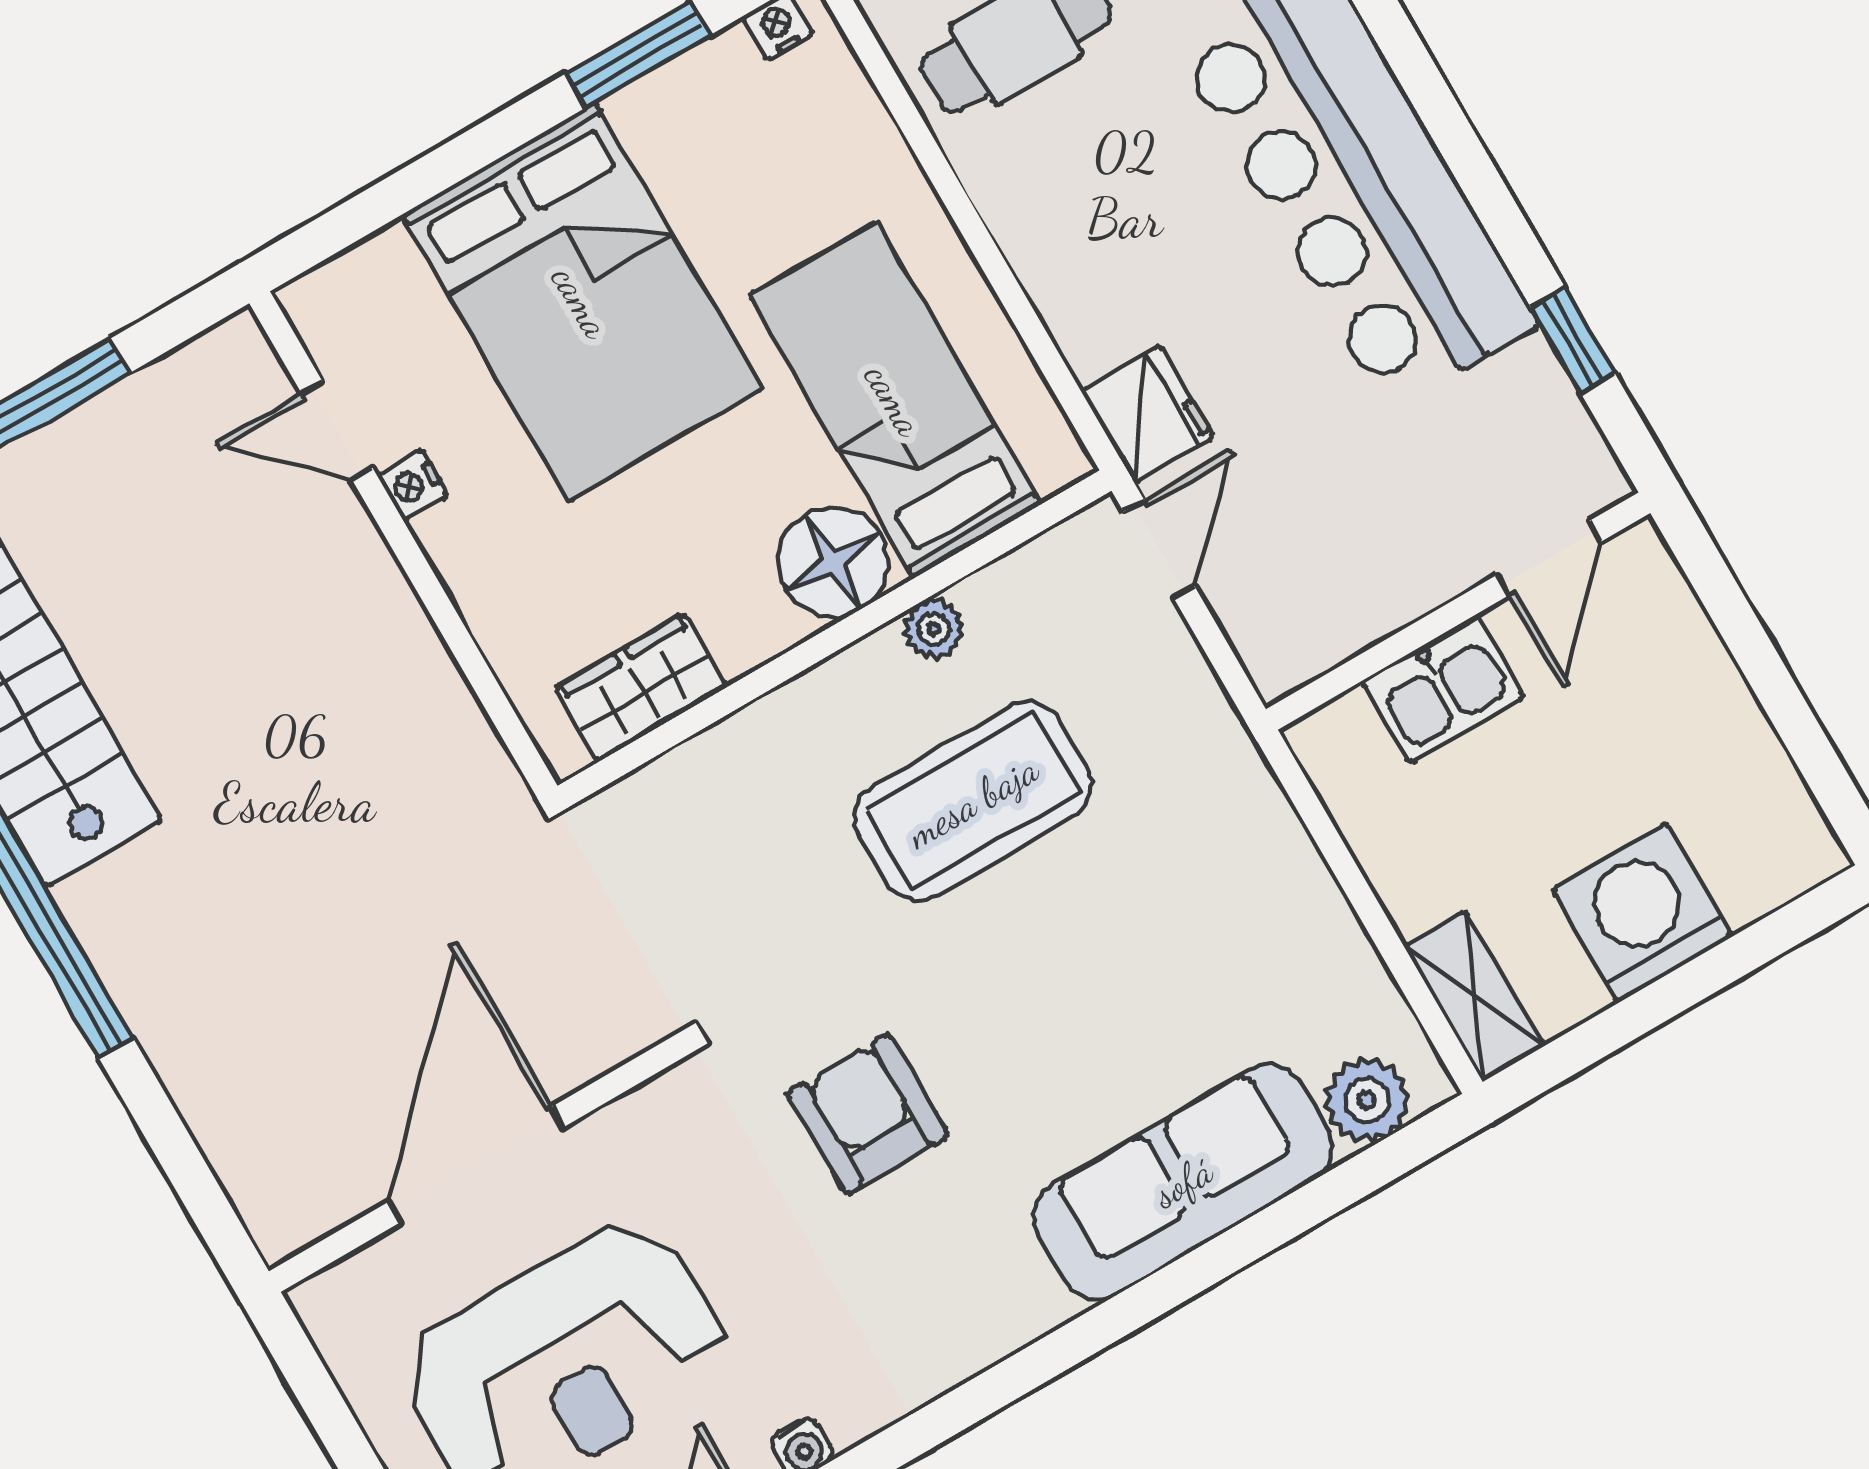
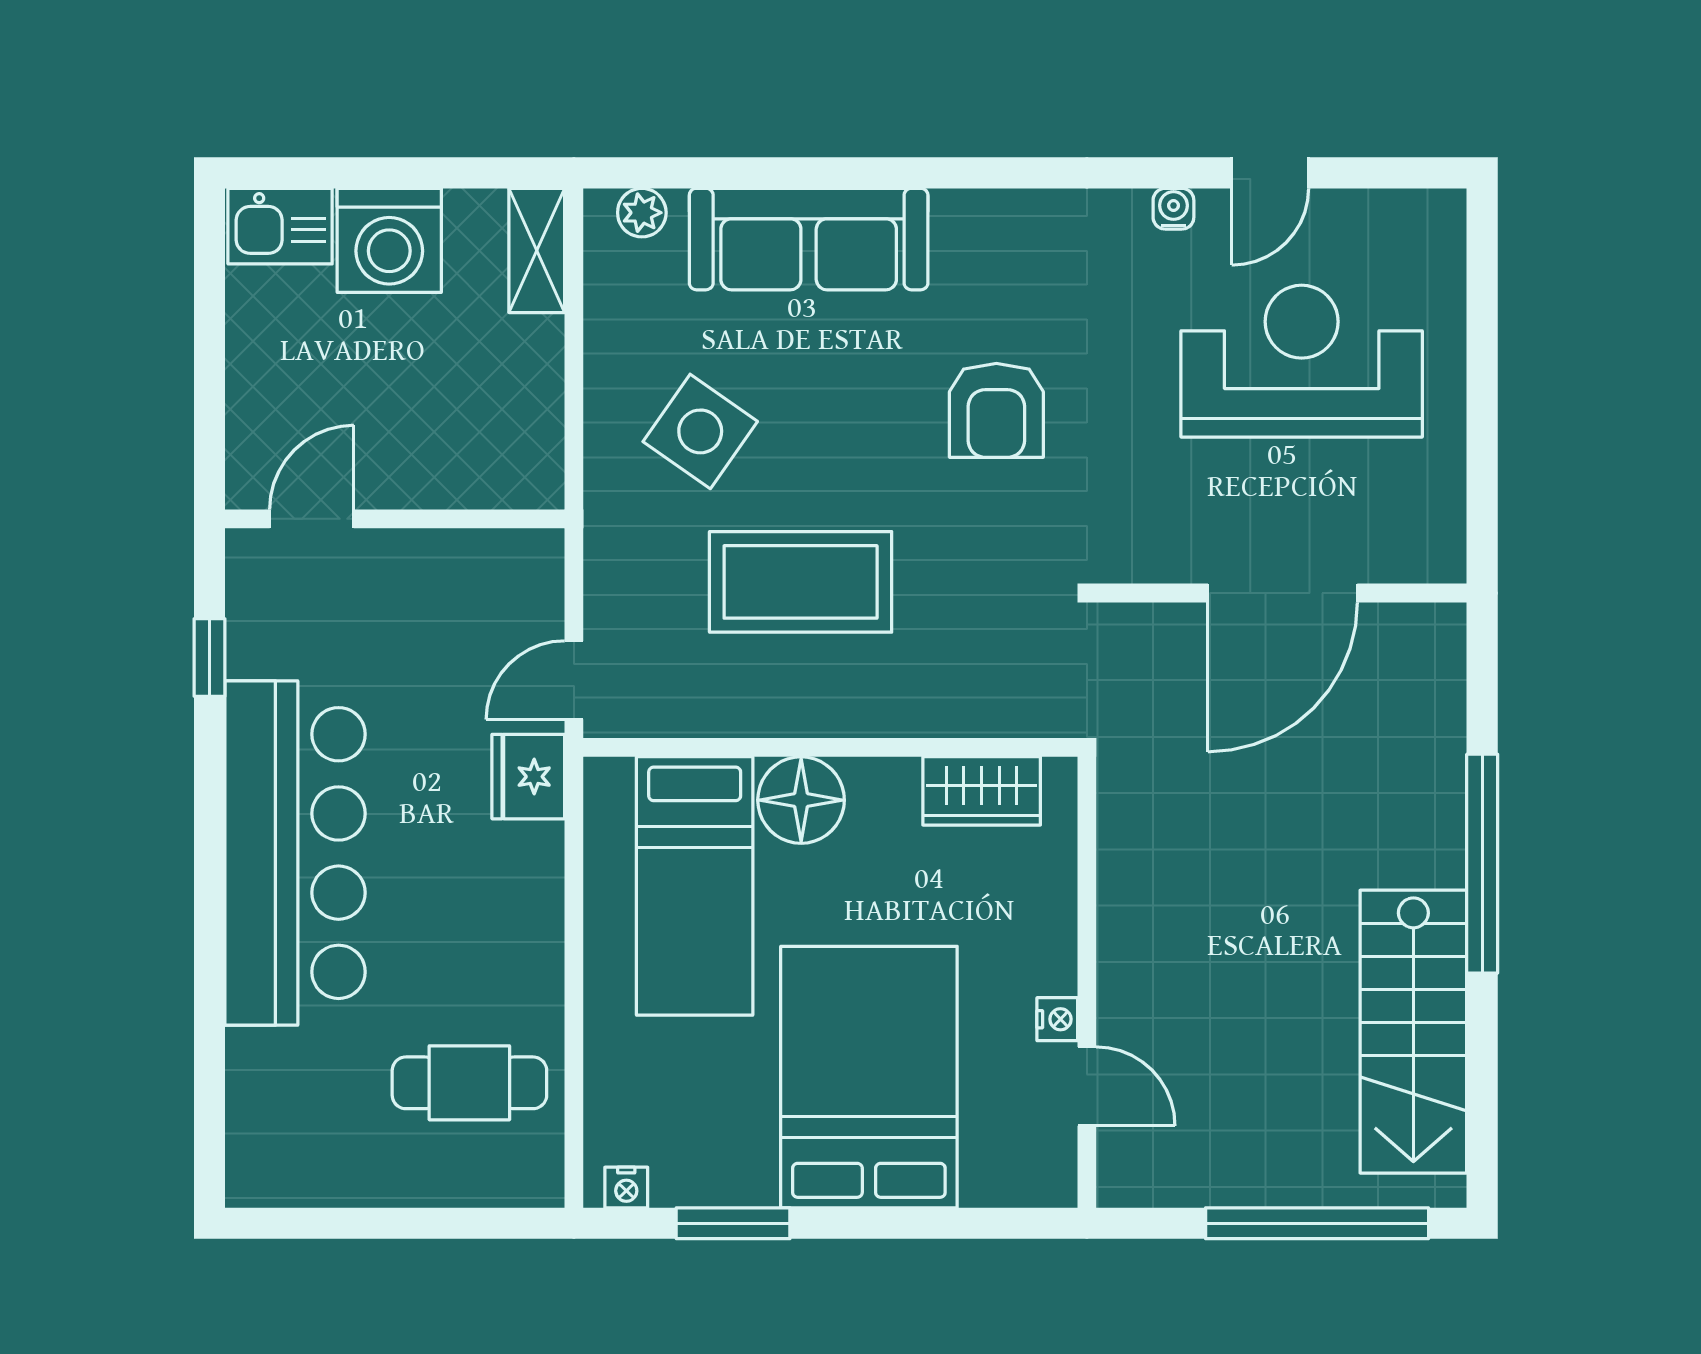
plant: (933, 629) -> (759, 715), removed
kitchen sink: (1443, 689) -> (280, 226), moved, turned 180
side table: (1179, 902) -> (700, 431), added
plant: (1367, 1100) -> (642, 213), width x0.73, depth x0.73
wall: (478, 1163) -> (1281, 593), moved
door: (477, 1164) -> (1283, 593), moved

